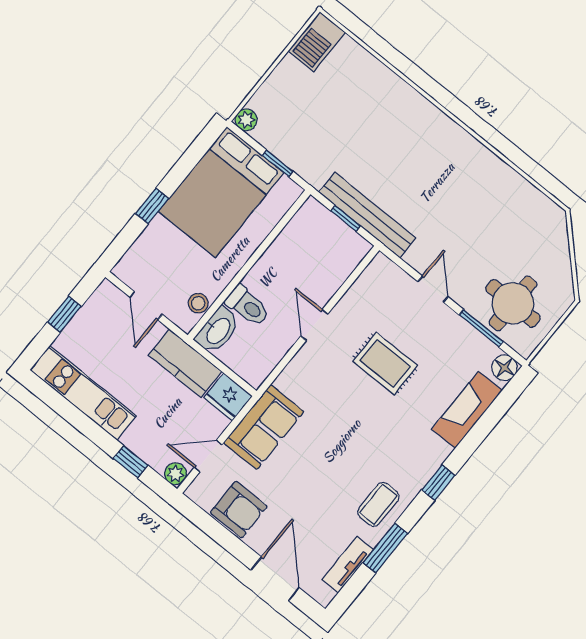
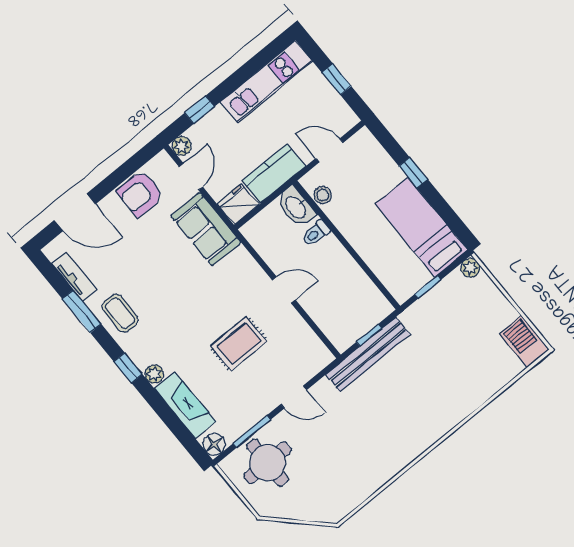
bed: (221, 192) -> (421, 227), width x0.67
toilet: (248, 306) -> (316, 233), width x0.73, depth x0.72
plant: (439, 452) -> (154, 374), added

